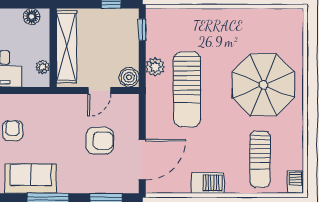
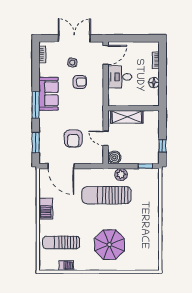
floor lamp: (32, 16) -> (154, 82), moved
shelving: (66, 47) -> (127, 117), width x0.68
plant: (43, 67) -> (121, 101), removed
parasol: (263, 85) -> (109, 245), width x0.73, depth x0.73
barbecue: (296, 182) -> (66, 266), moved

